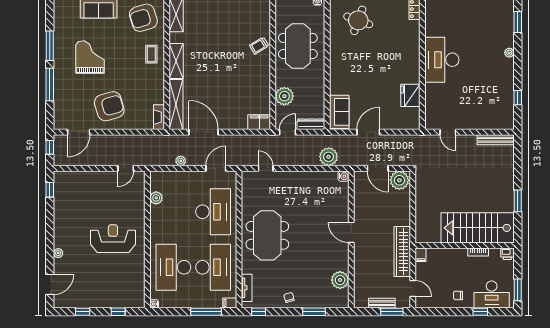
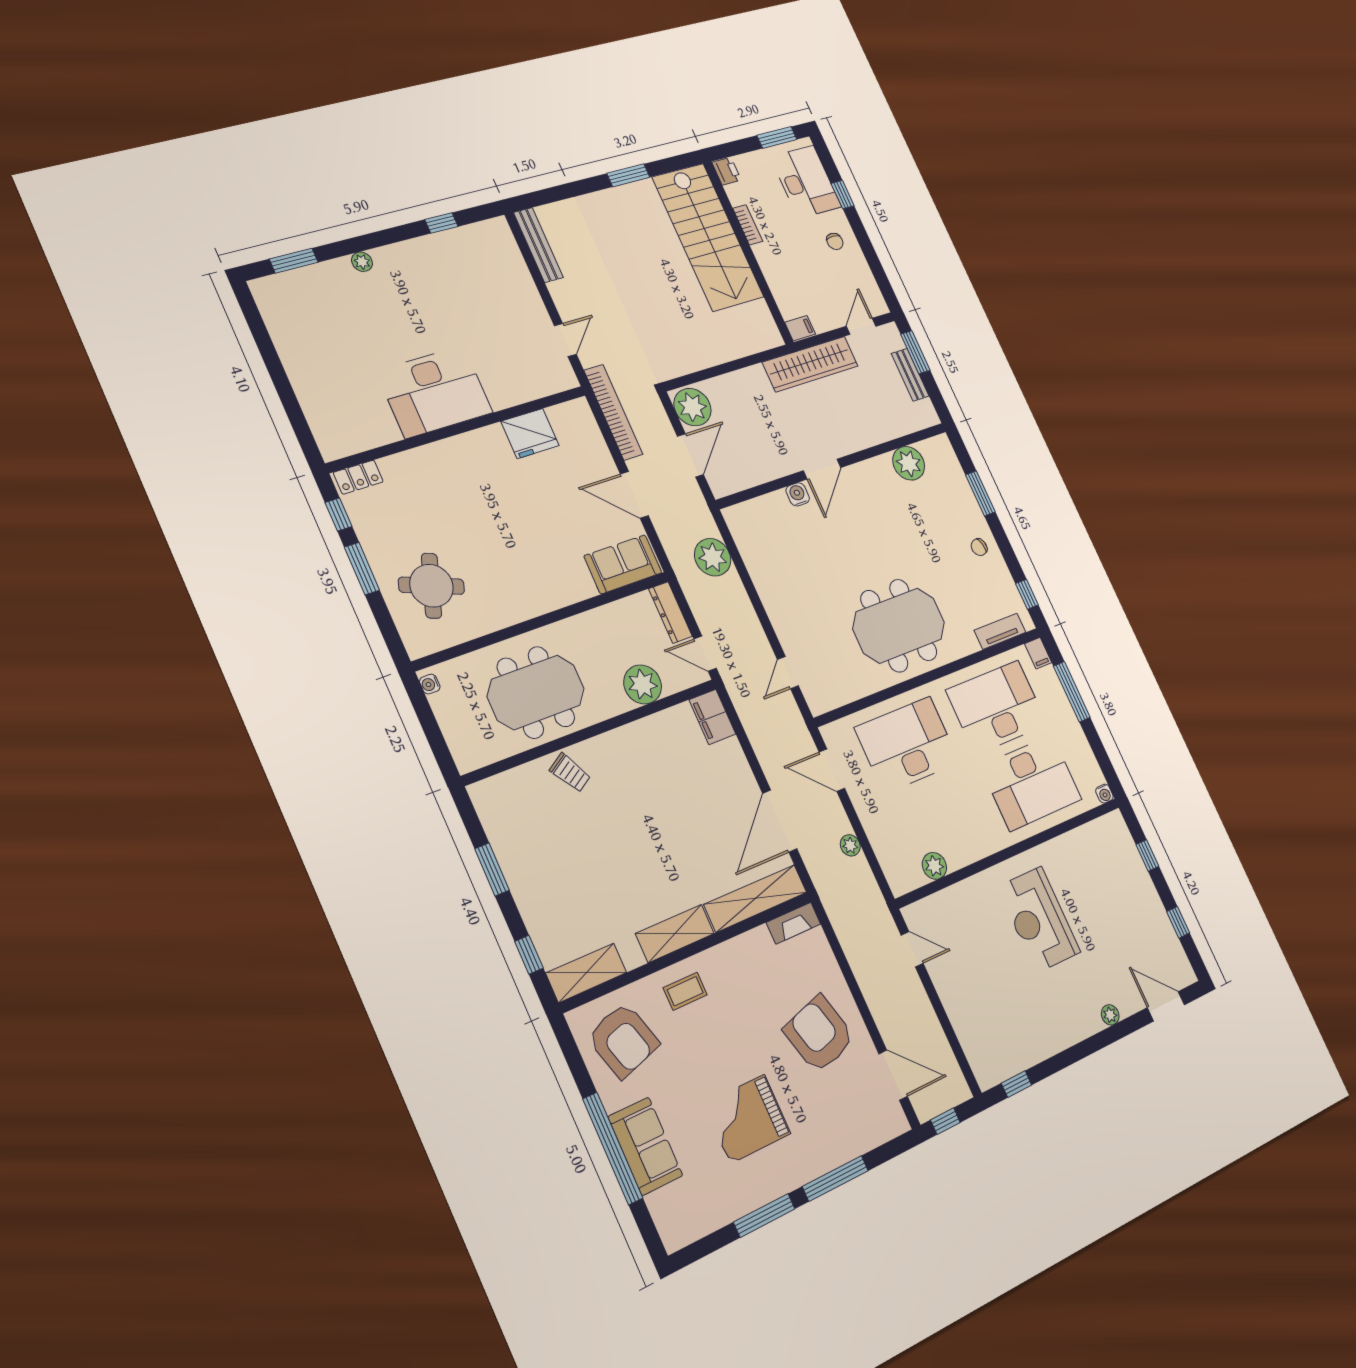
bookcase: (408, 140) -> (613, 412), added
water cooler: (343, 176) -> (798, 494), moved

